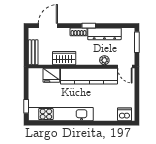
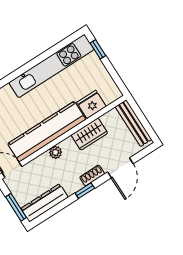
door: (48, 26) -> (120, 168), moved
dresser: (104, 34) -> (44, 203), moved
bench: (33, 52) -> (133, 123), width x1.36
plant: (104, 60) -> (55, 152), moved

